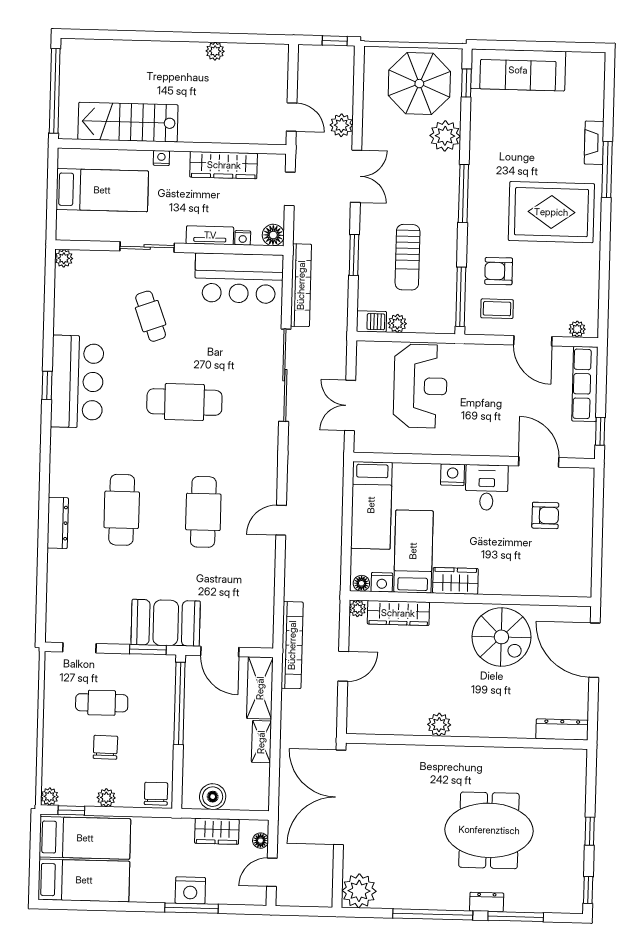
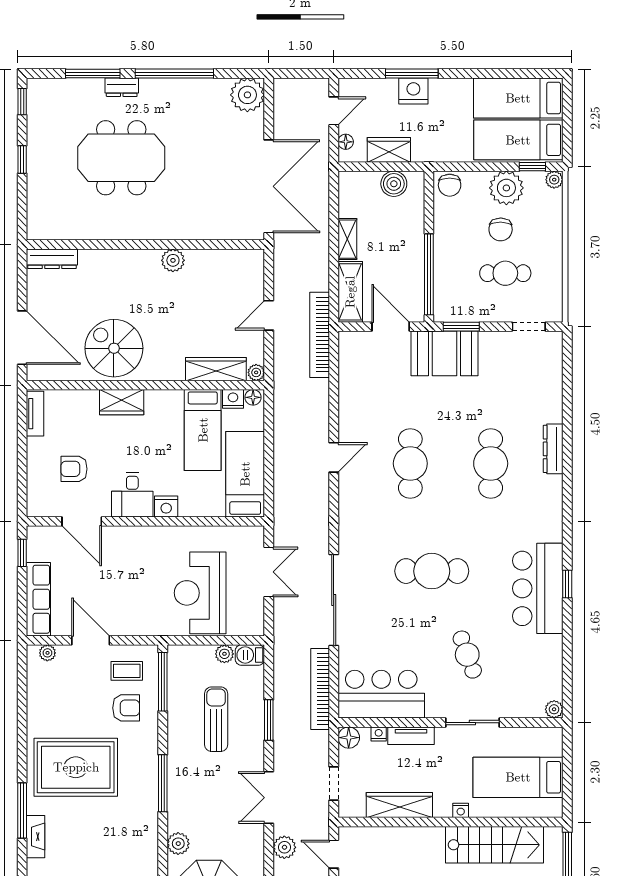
plant: (445, 136) -> (178, 844), width x0.73, depth x0.73
tv unit: (583, 573) -> (35, 414), added
wardrobe: (455, 581) -> (122, 402), moved
plant: (106, 798) -> (506, 188), width x1.87, depth x1.87

